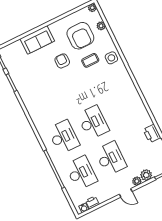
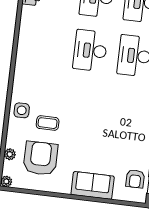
armchair: (62, 61) -> (135, 179), moved

